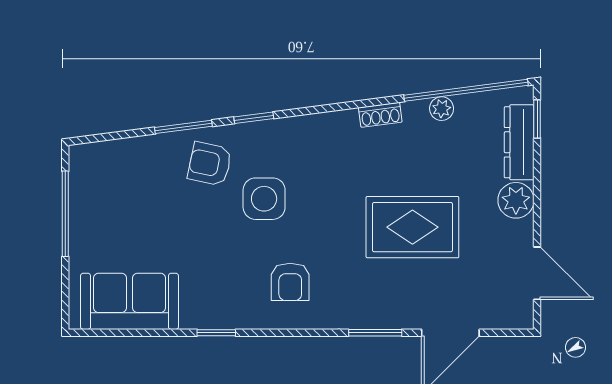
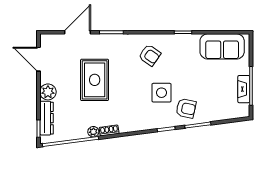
plant: (442, 109) -> (93, 132), moved
fireplace: (81, 207) -> (244, 89), added
rug: (412, 227) -> (95, 80), turned 90
armchair: (290, 282) -> (150, 55), turned 125

